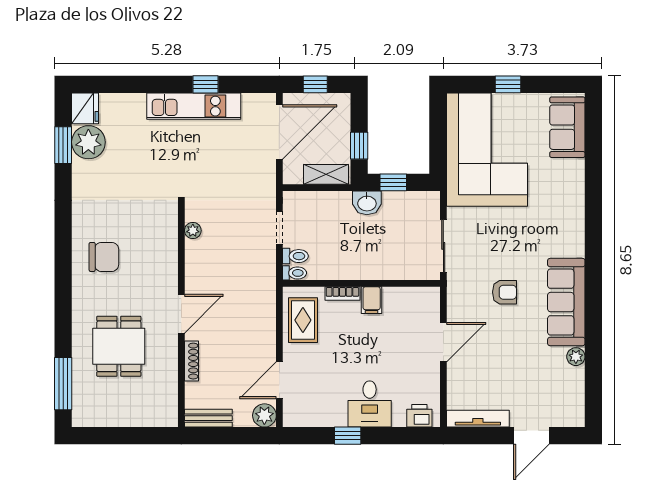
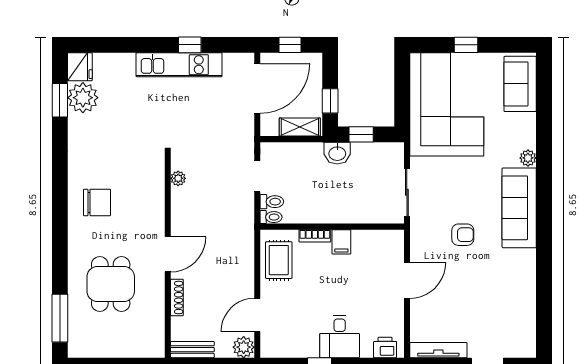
sofa: (566, 302) -> (519, 208), moved
plant: (576, 357) -> (528, 158), moved

